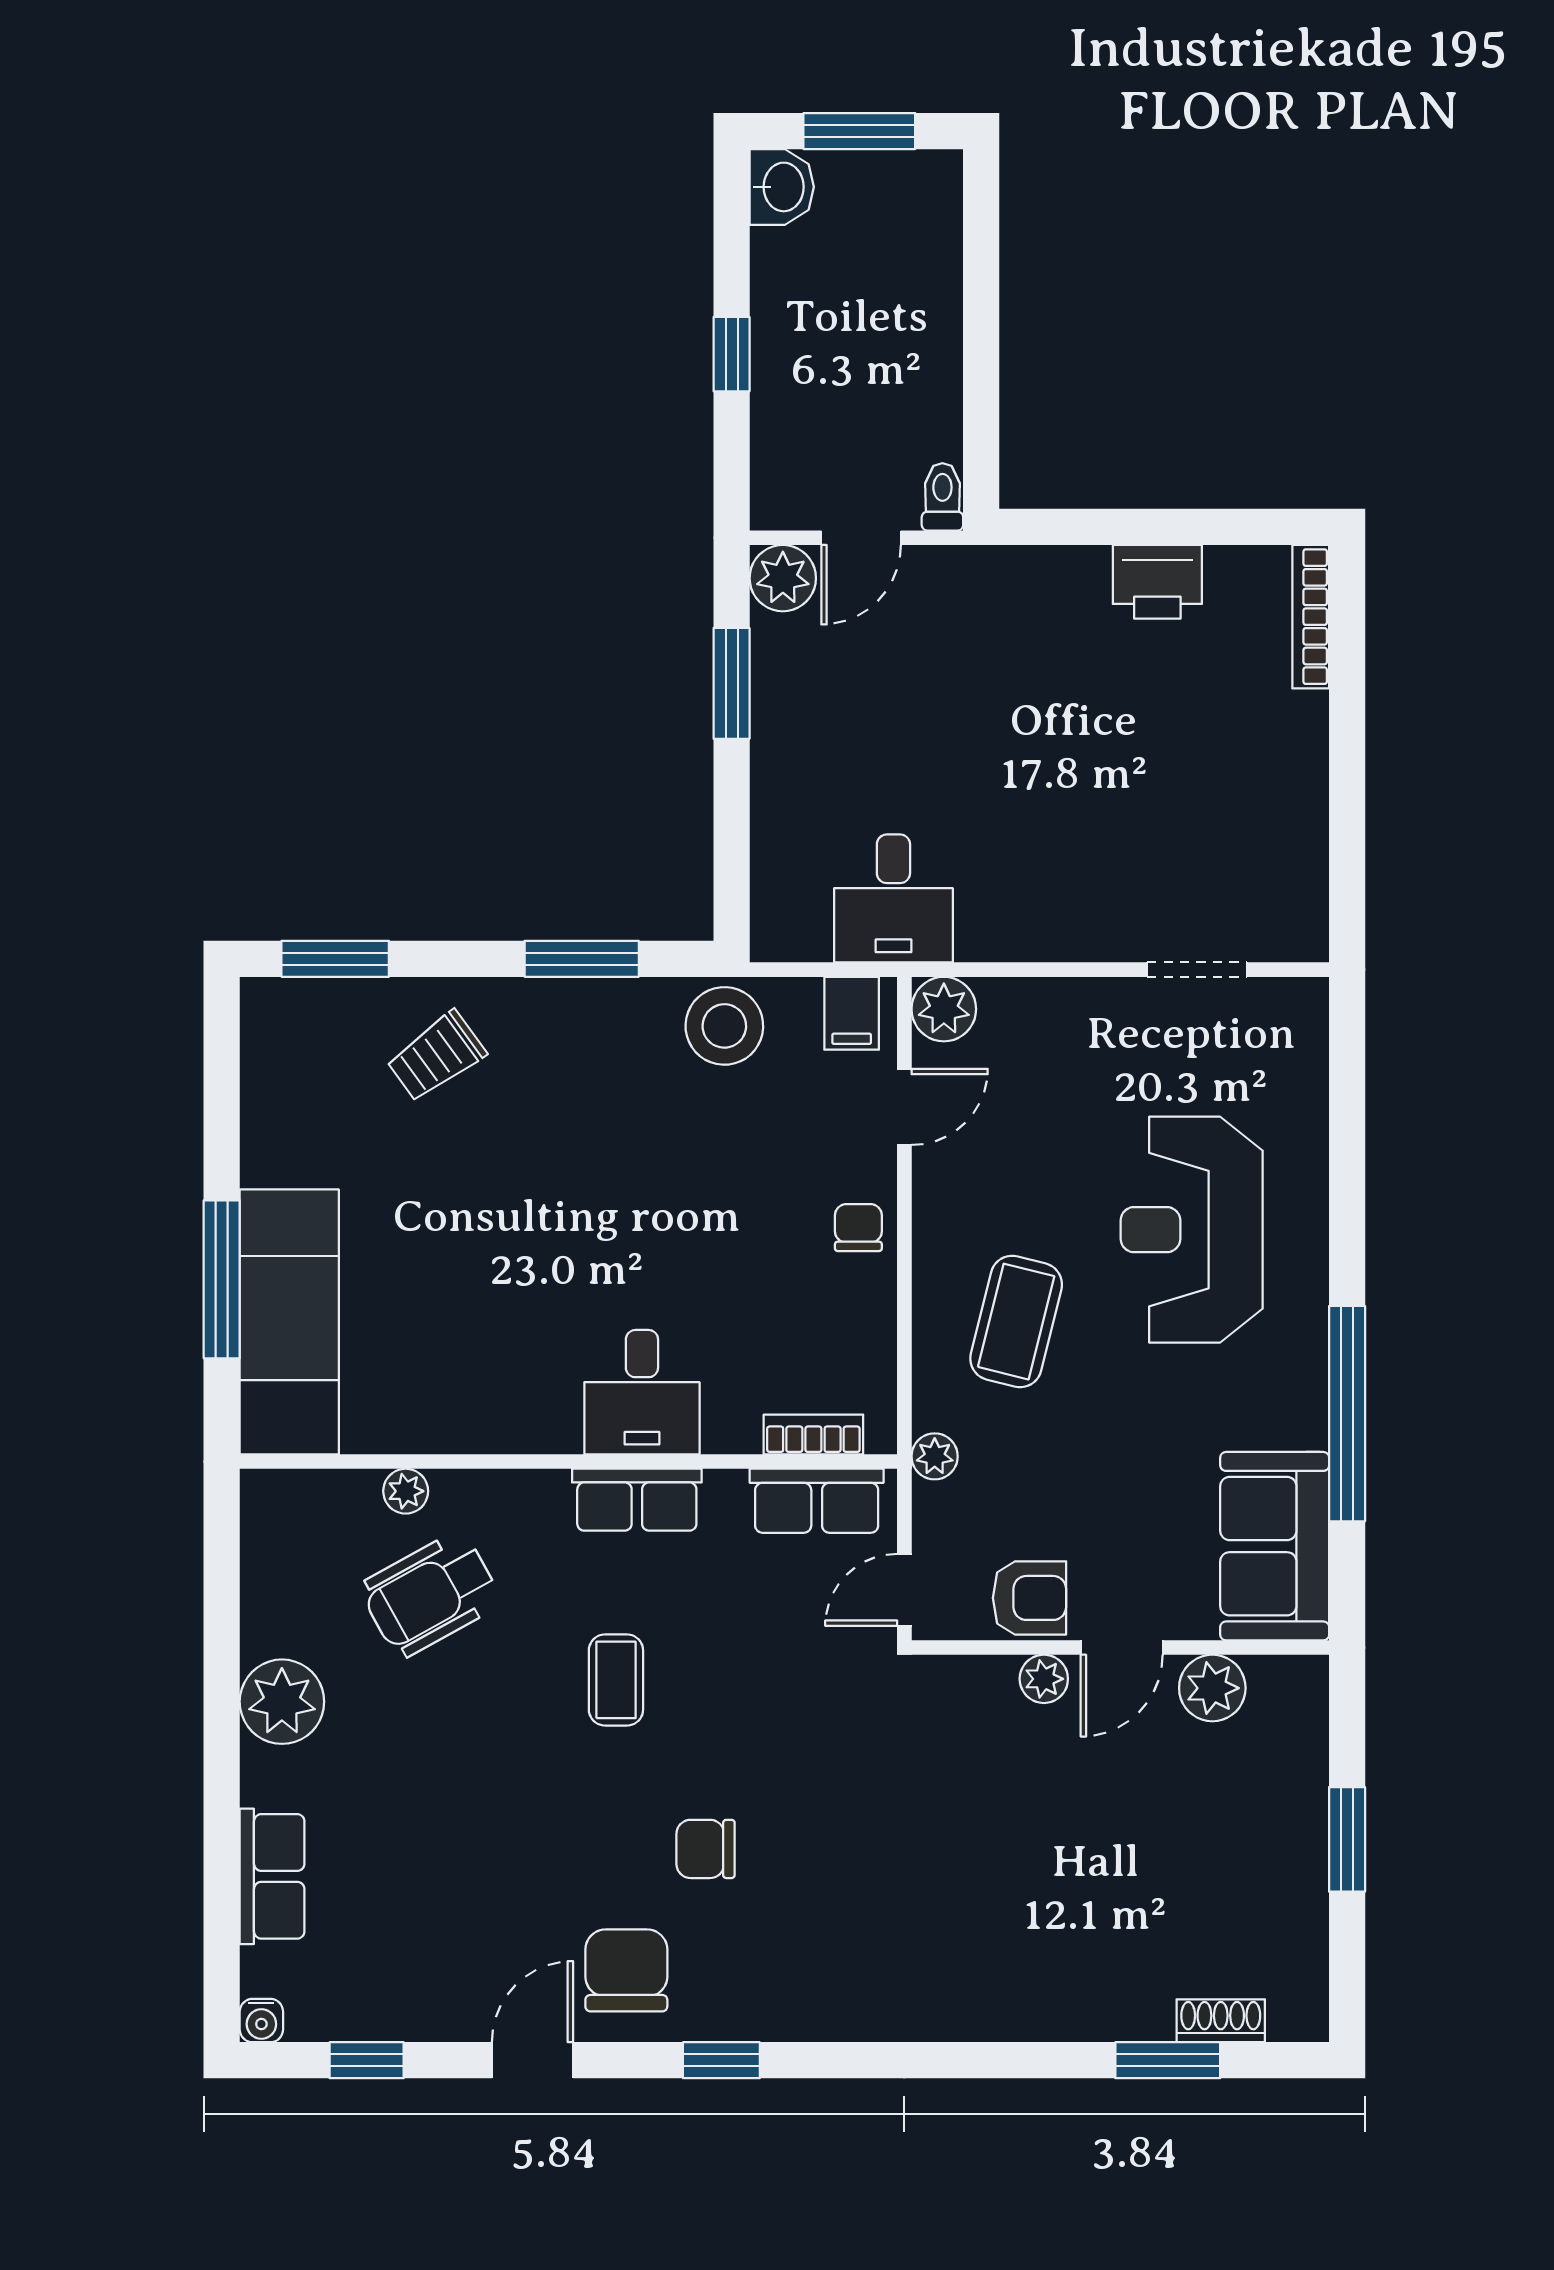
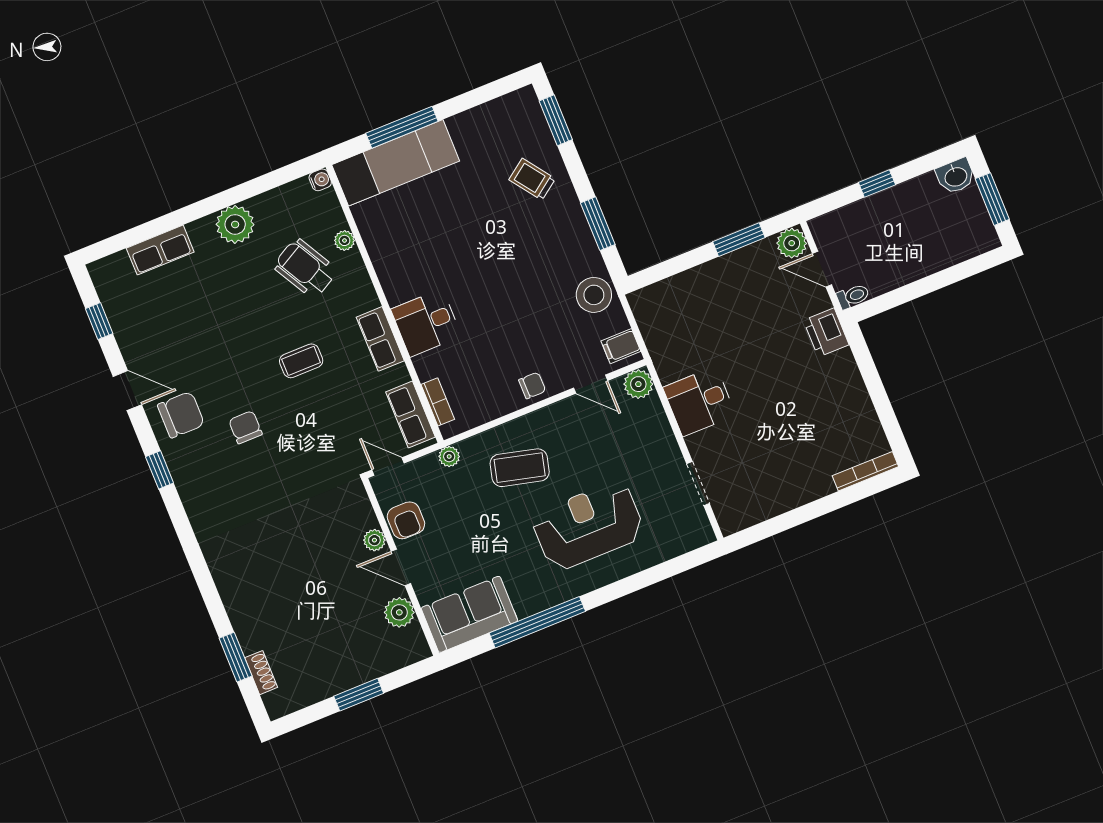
printer: (1157, 582) -> (826, 333), moved
desk: (893, 898) -> (699, 401), moved
water cooler: (261, 2021) -> (320, 180), moved, turned 180

